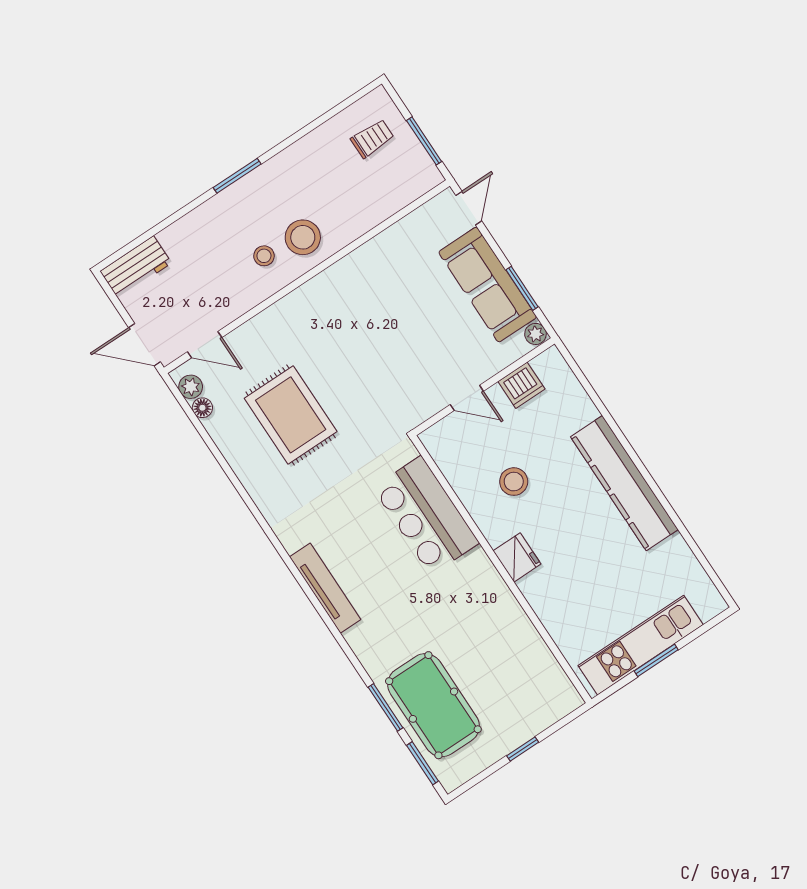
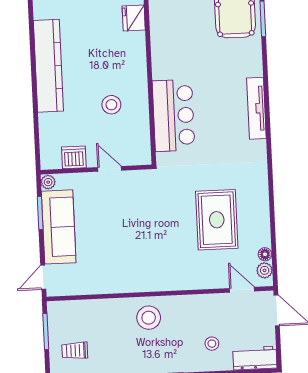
stool: (264, 256) -> (212, 344), moved
fridge: (517, 557) -> (134, 18), moved

